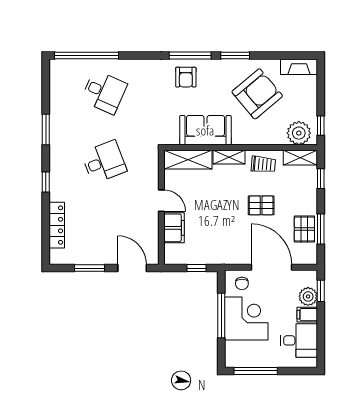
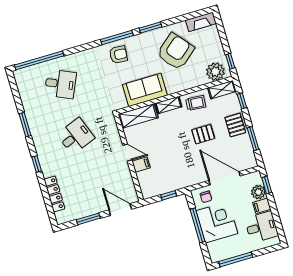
armchair: (186, 77) -> (118, 55), turned -86
filing cabinet: (174, 228) -> (141, 165), width x0.50
pallet: (304, 229) -> (235, 125), moved

